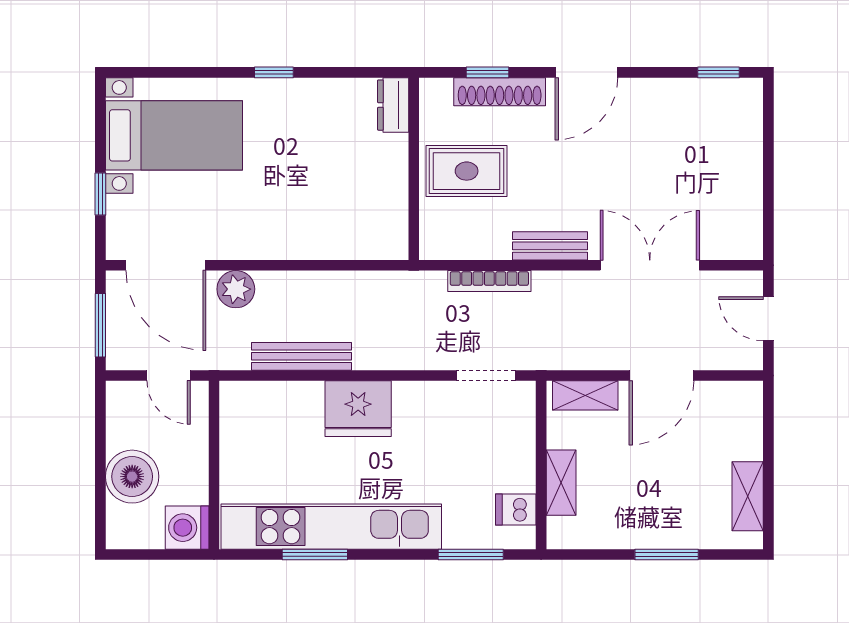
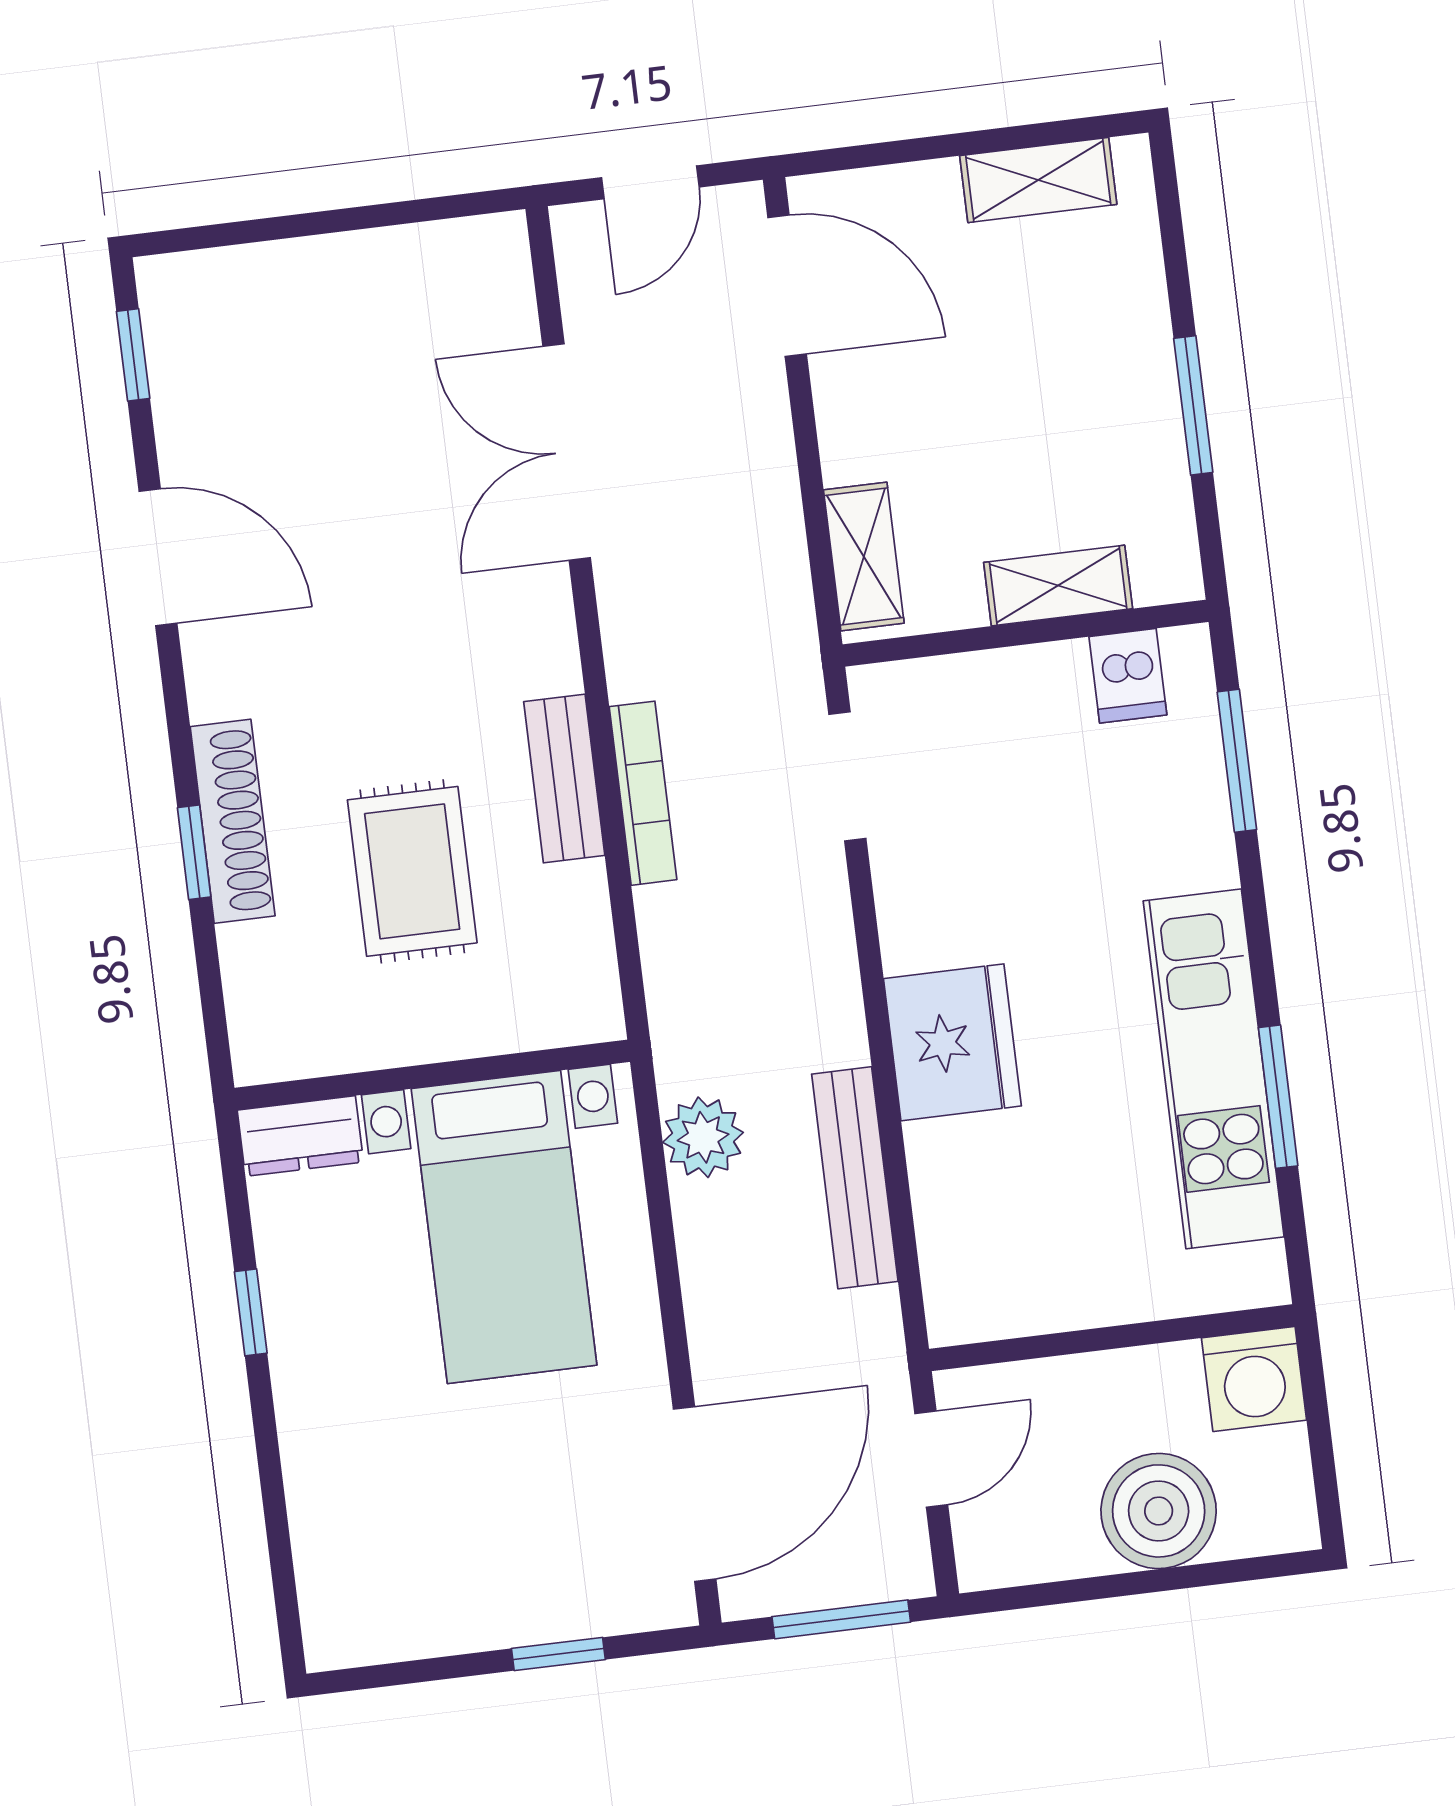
door: (586, 72) -> (158, 557), moved
dresser: (393, 105) -> (300, 1136), moved
bed with nightstands: (174, 135) -> (504, 1227), moved, turned 180
wall: (414, 169) -> (432, 1075), moved
bench: (550, 246) -> (564, 779), moved
plant: (236, 289) -> (703, 1137), moved
door: (661, 375) -> (787, 286), moved
kitchen unit: (331, 527) -> (1214, 1069), width x0.73
window: (667, 555) -> (1193, 405), moved

